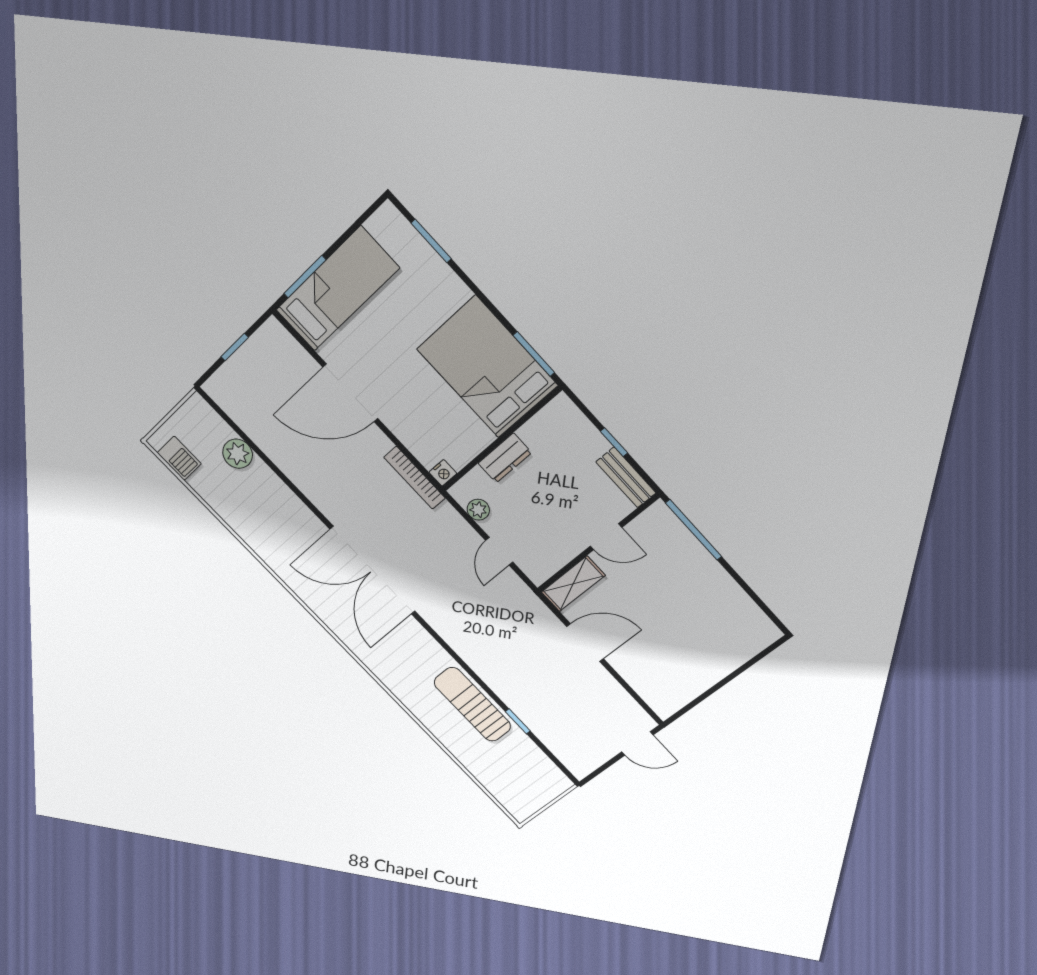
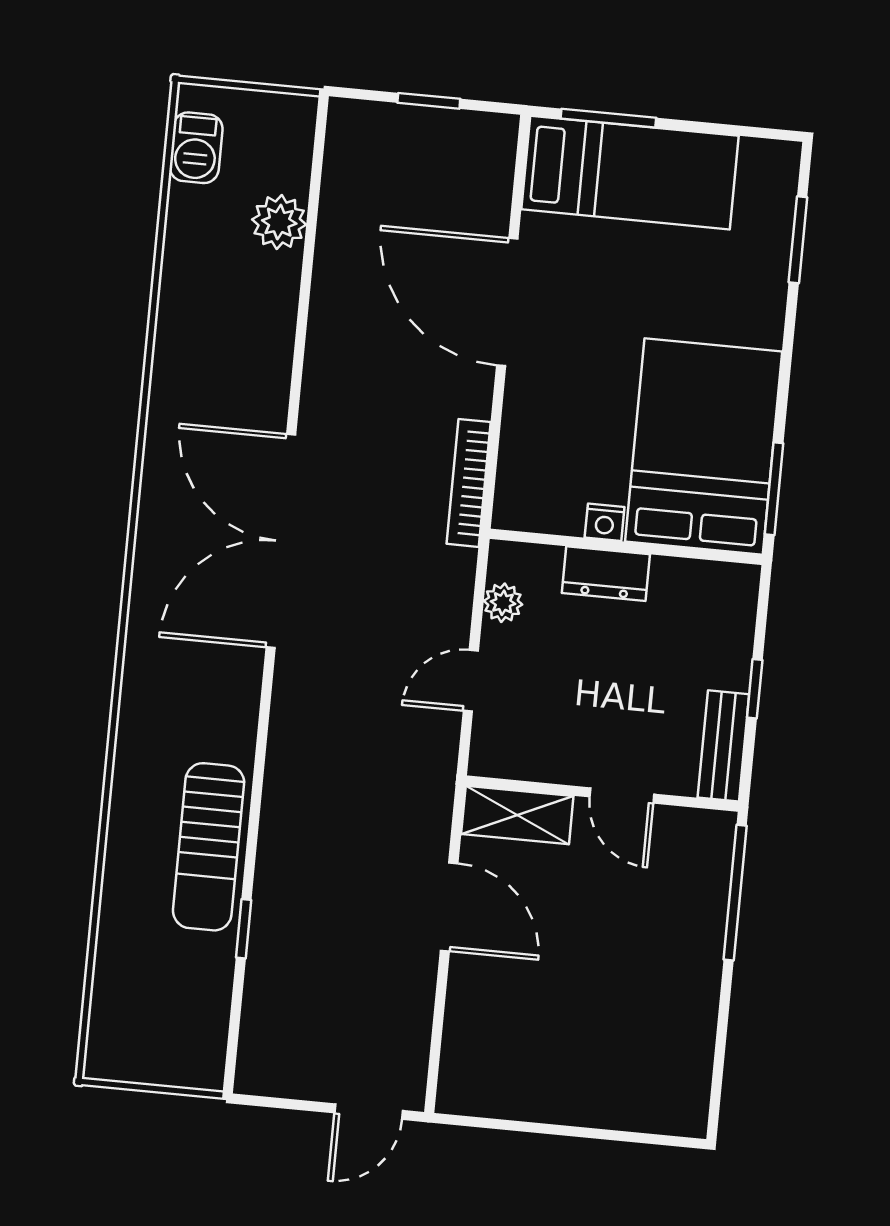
nightstand: (443, 473) -> (605, 522), moved
sun lounger: (472, 704) -> (209, 847), turned 180
door: (637, 743) -> (369, 1112), hinge flipped

